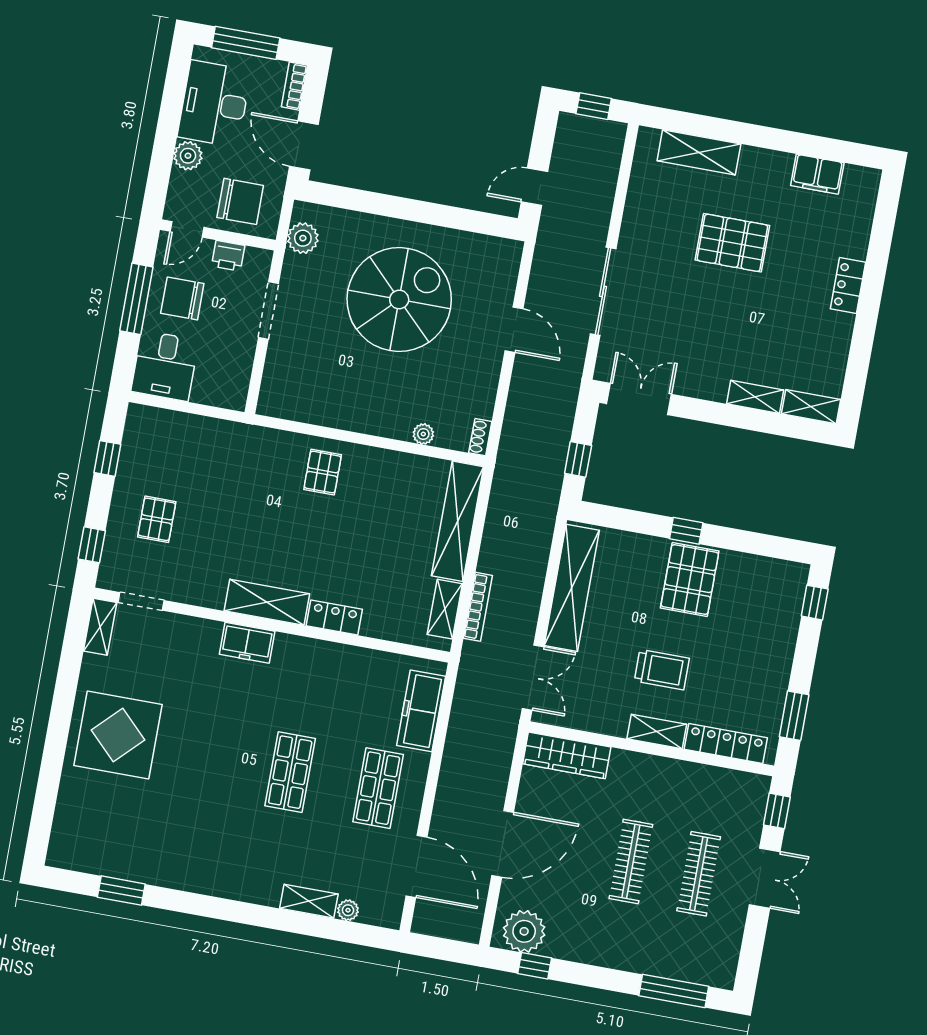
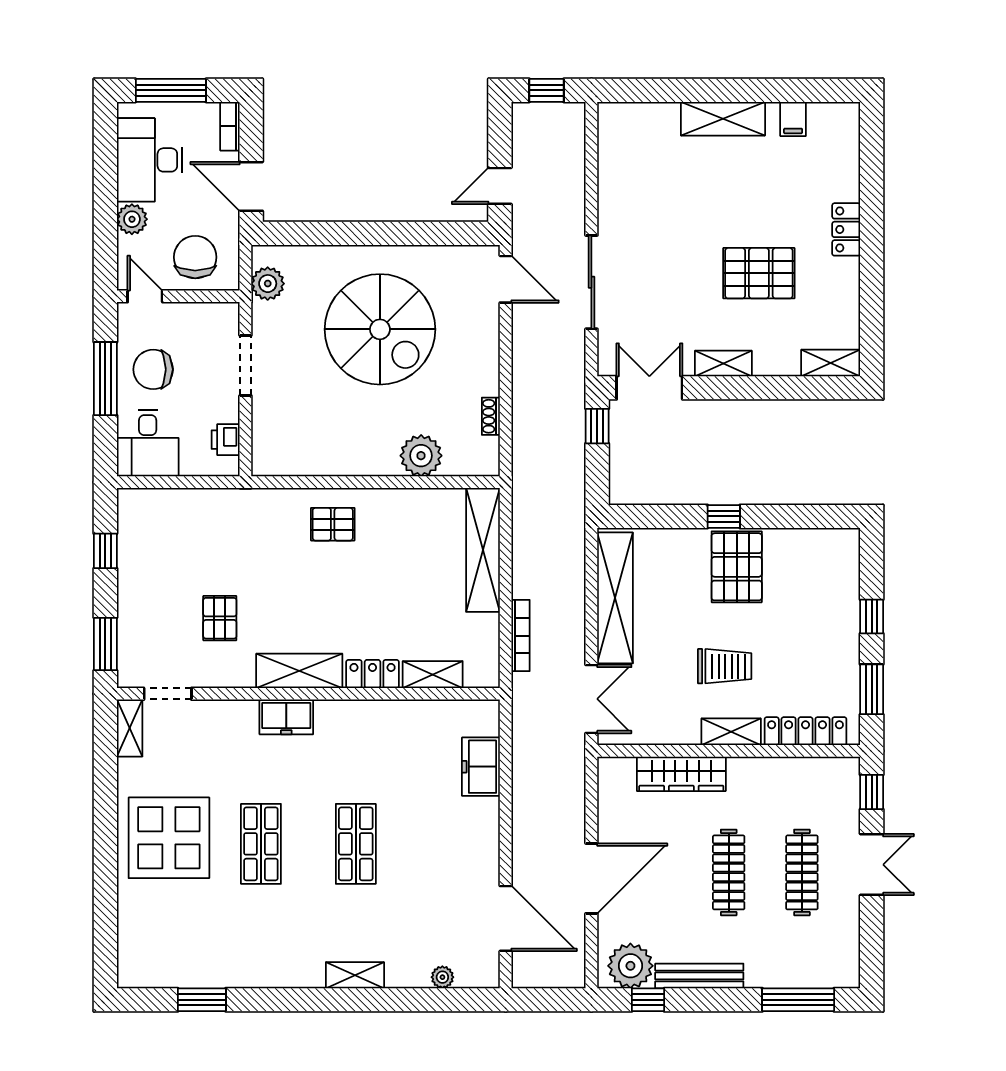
shelving: (699, 152) -> (723, 119), moved
filing cabinet: (817, 174) -> (793, 119), width x0.50
chair: (240, 201) -> (195, 257), turned -90
door: (187, 229) -> (145, 296), swing flipped
pallet: (732, 243) -> (759, 273), moved
printer: (228, 256) -> (226, 440), moved, turned 90
spiral stairs: (399, 300) -> (380, 329), turned 90
door: (514, 330) -> (506, 279), moved
shelving: (755, 397) -> (723, 364), moved
plant: (423, 434) -> (421, 456), width x1.88, depth x1.88
shoe rack: (480, 437) -> (491, 416), moved
window: (578, 459) -> (597, 426), moved
pallet: (323, 472) -> (333, 524), turned 90
pallet: (157, 519) -> (220, 618), moved
window: (92, 545) -> (105, 644), width x1.50
window: (815, 603) -> (872, 616), moved
shelving: (445, 609) -> (433, 675), moved, turned 90
freezer: (421, 711) -> (481, 767), width x0.71
wardrobe: (567, 755) -> (681, 774), moved
shop shelf: (378, 788) -> (261, 844), moved
shelving: (309, 901) -> (355, 975), moved
bench: (586, 952) -> (699, 976), added

